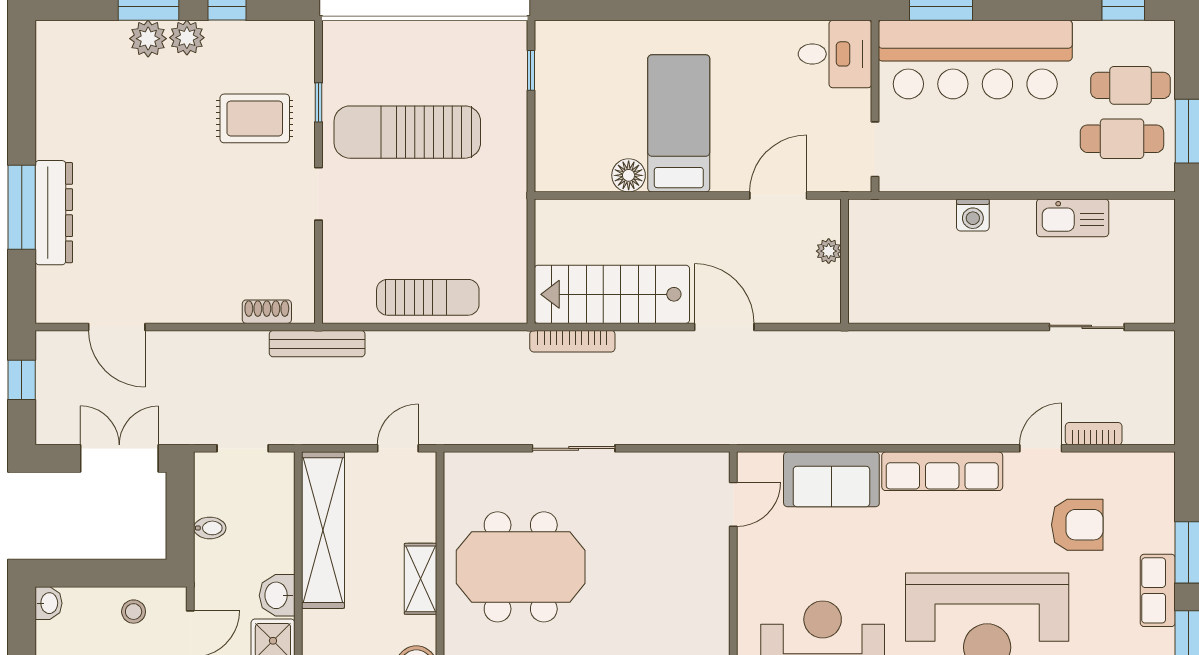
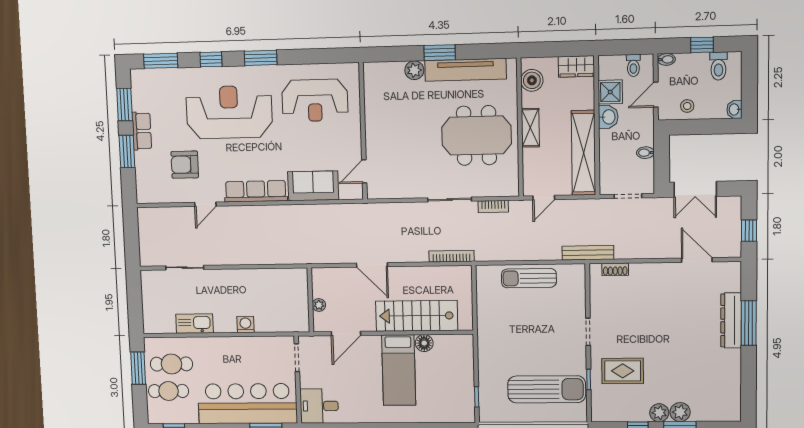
sun lounger: (407, 132) -> (547, 389), moved
stairs: (612, 294) -> (417, 316), moved, turned 180
bookcase: (1094, 434) -> (493, 206), moved

